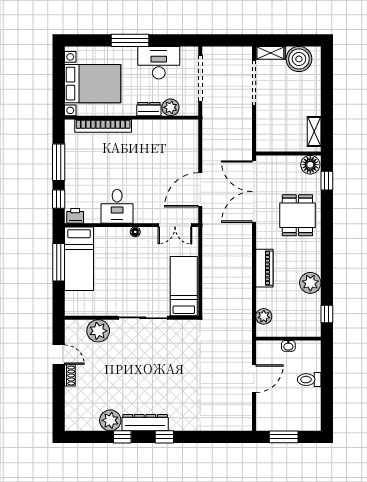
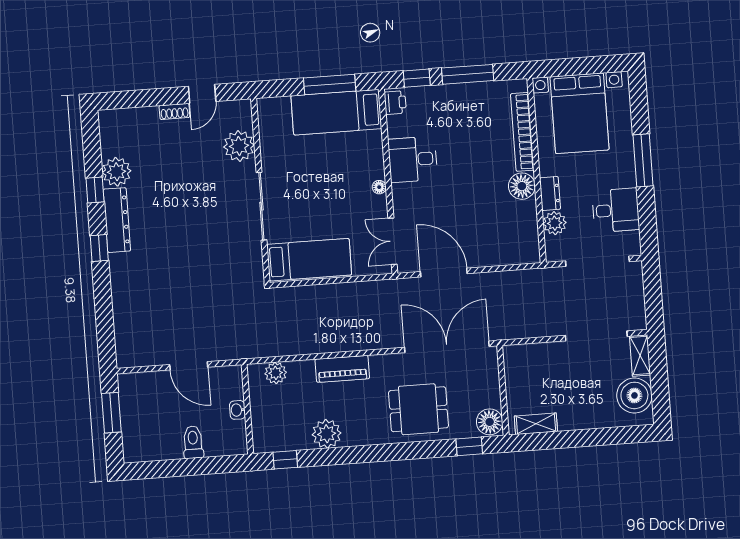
desk: (159, 63) -> (616, 210), width x0.73
floor lamp: (142, 129) -> (522, 186), added

